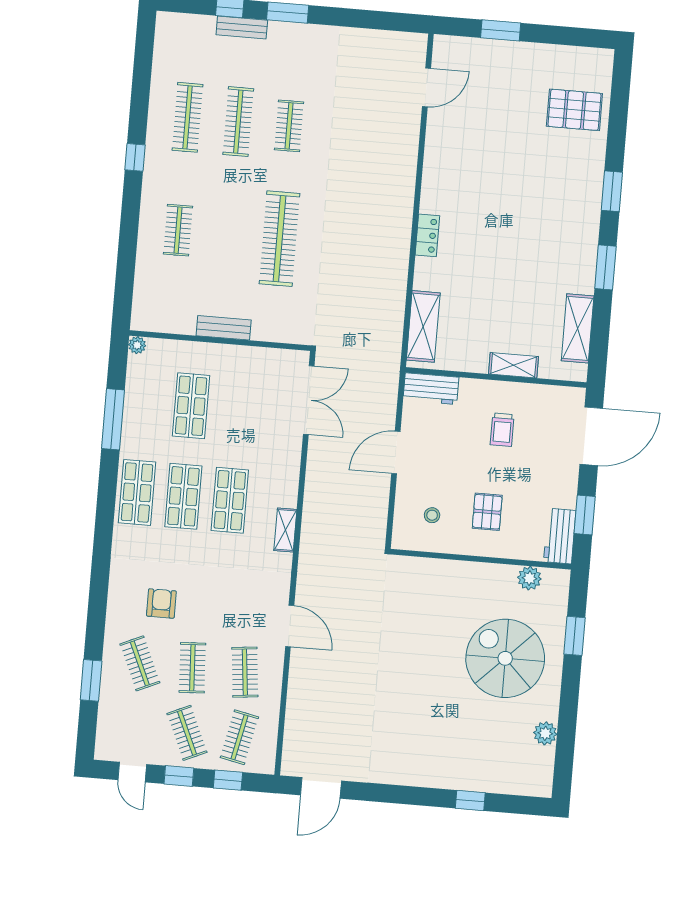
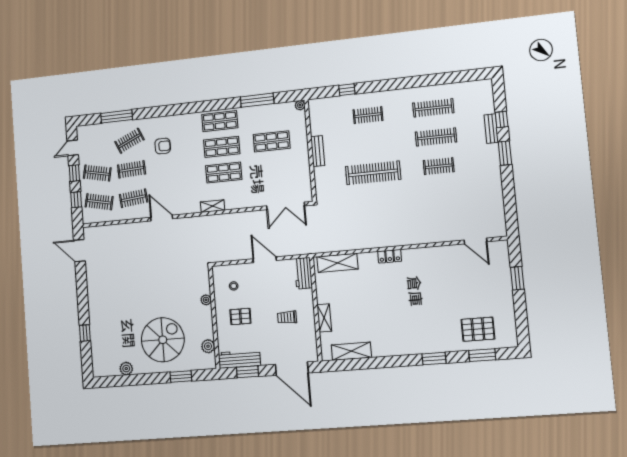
pallet: (574, 110) -> (478, 329), turned 90
window: (135, 157) -> (347, 90), moved
window: (605, 267) -> (482, 355), moved
workbench: (560, 536) -> (239, 359), width x1.37
plant: (448, 569) -> (206, 300), added
door: (290, 626) -> (162, 218), swing flipped
window: (91, 680) -> (117, 116), width x1.44
clothes rail: (187, 733) -> (97, 173), turned 36

